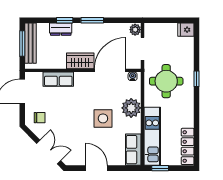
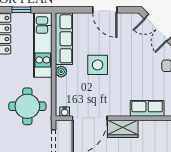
plant: (131, 108) -> (61, 72), width x0.53, depth x0.53
row of seats: (133, 150) -> (64, 39), width x1.48
window: (160, 168) -> (21, 10), moved

